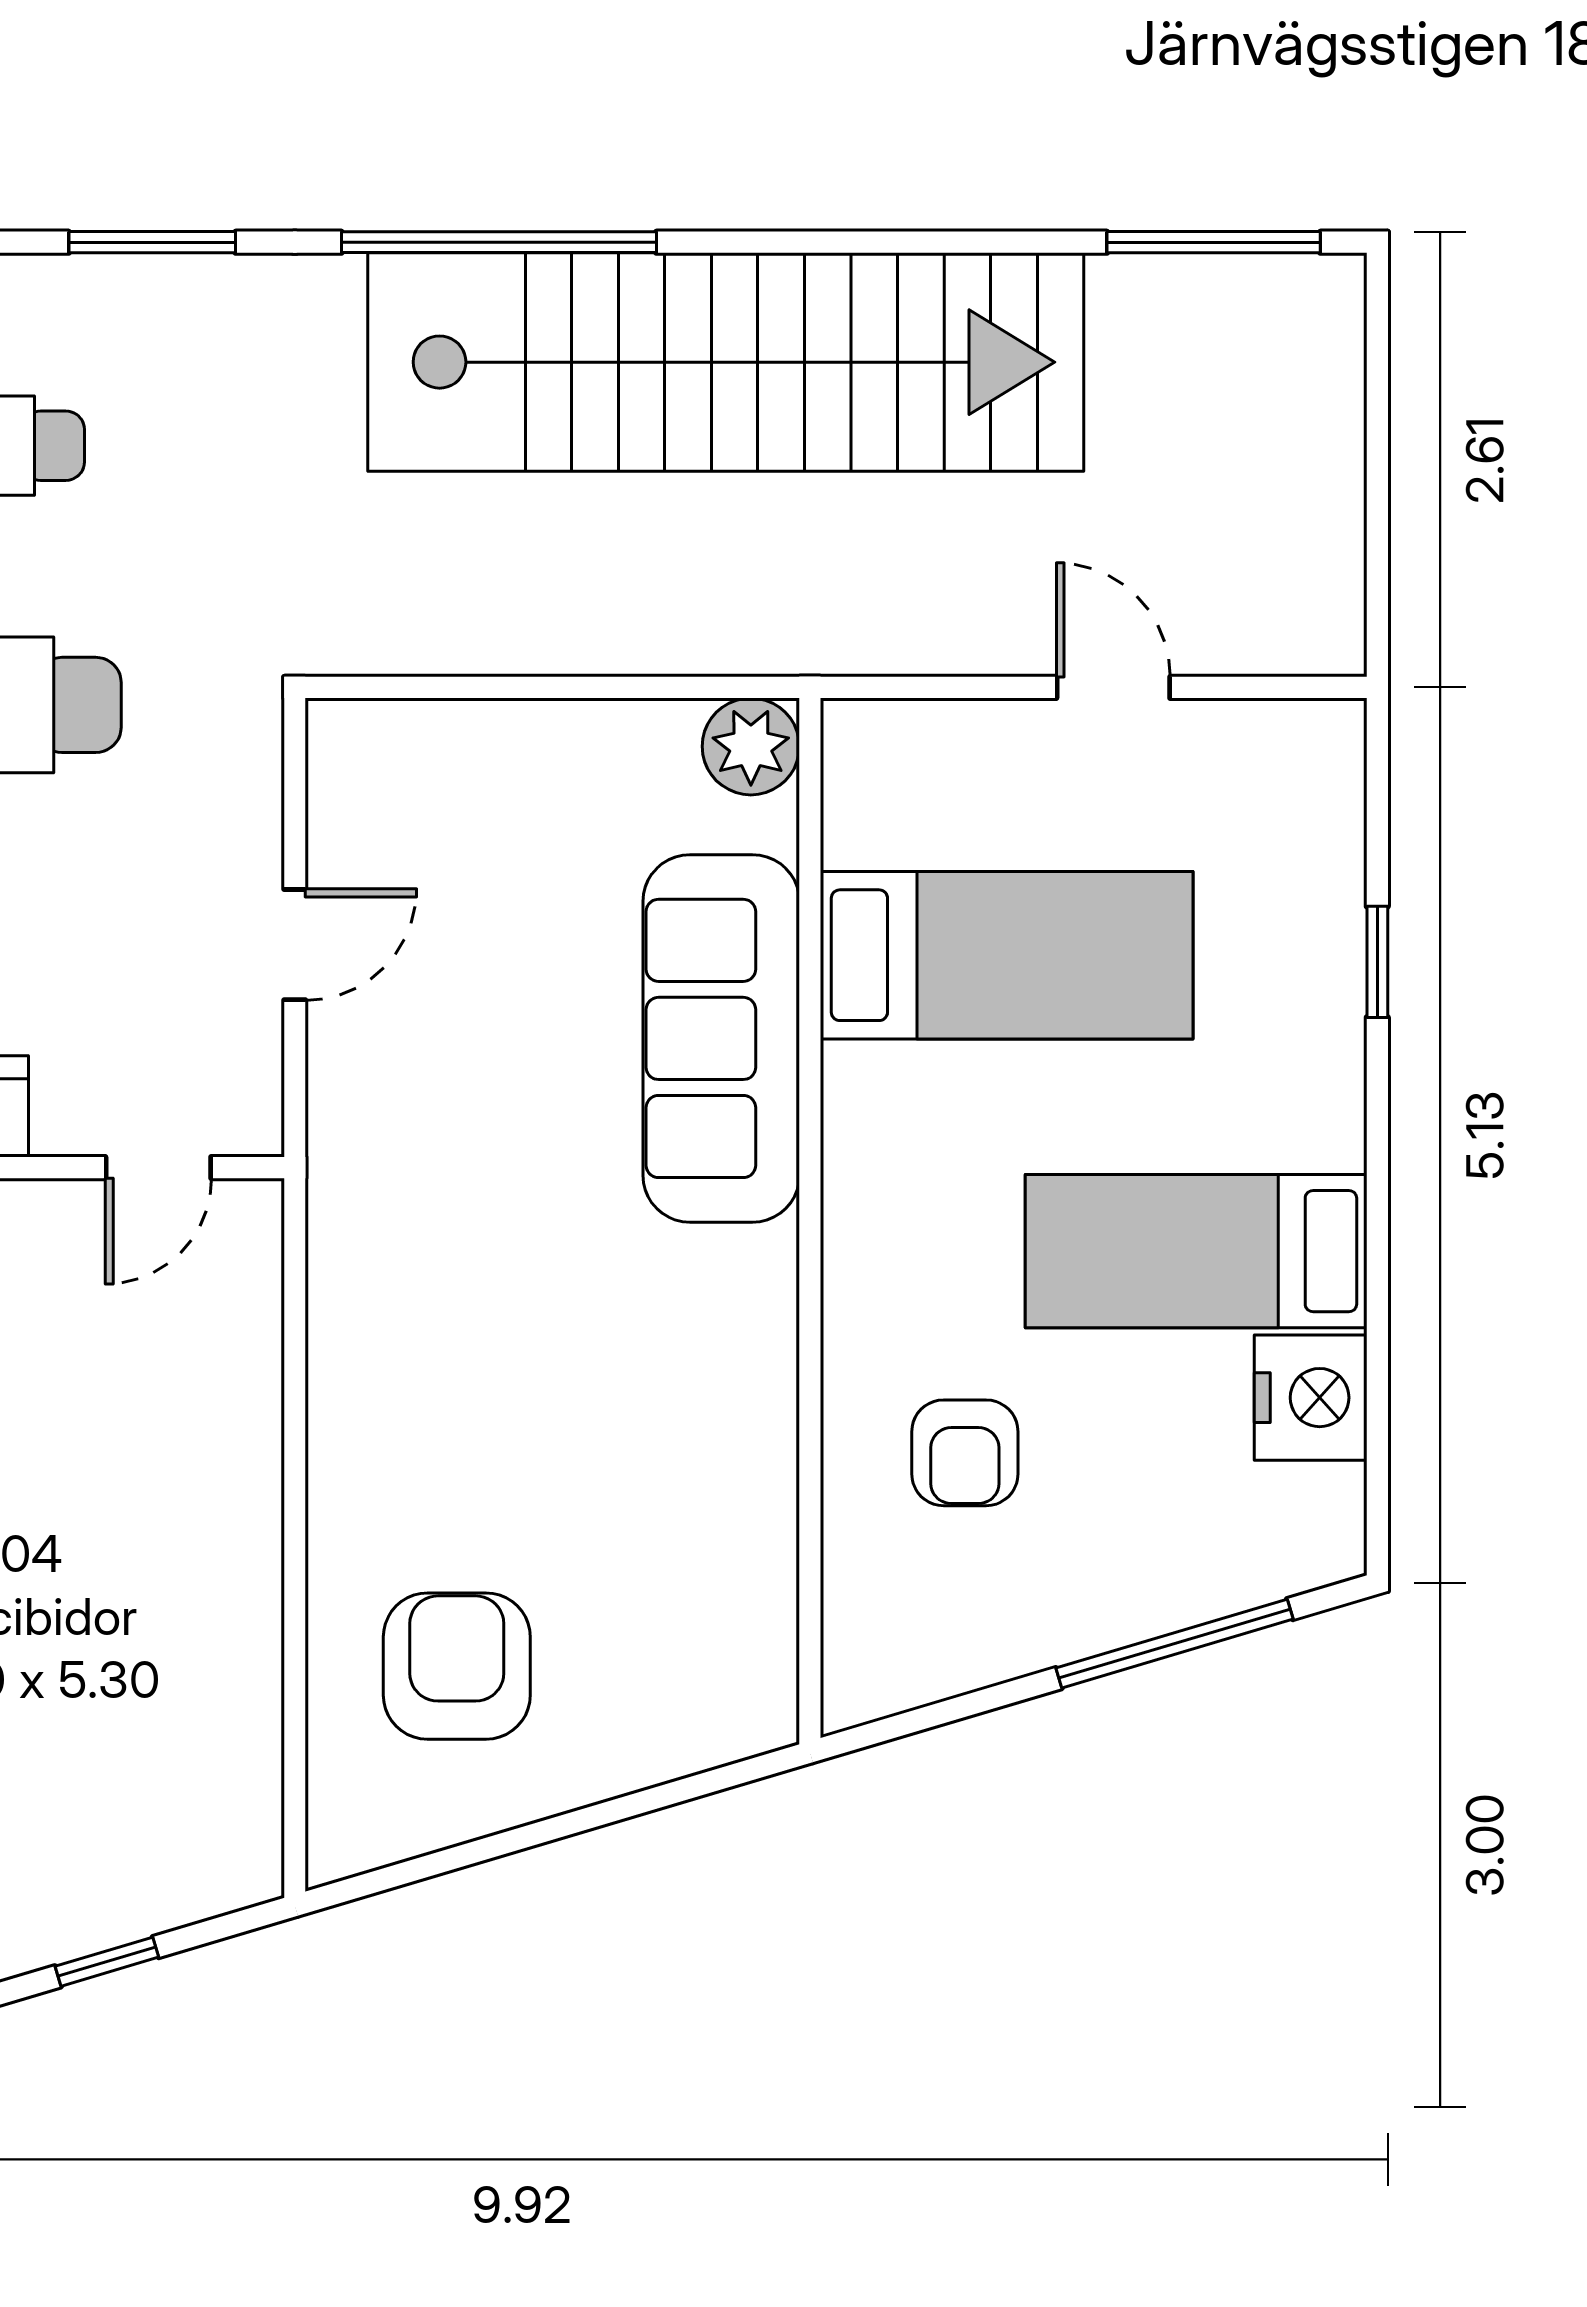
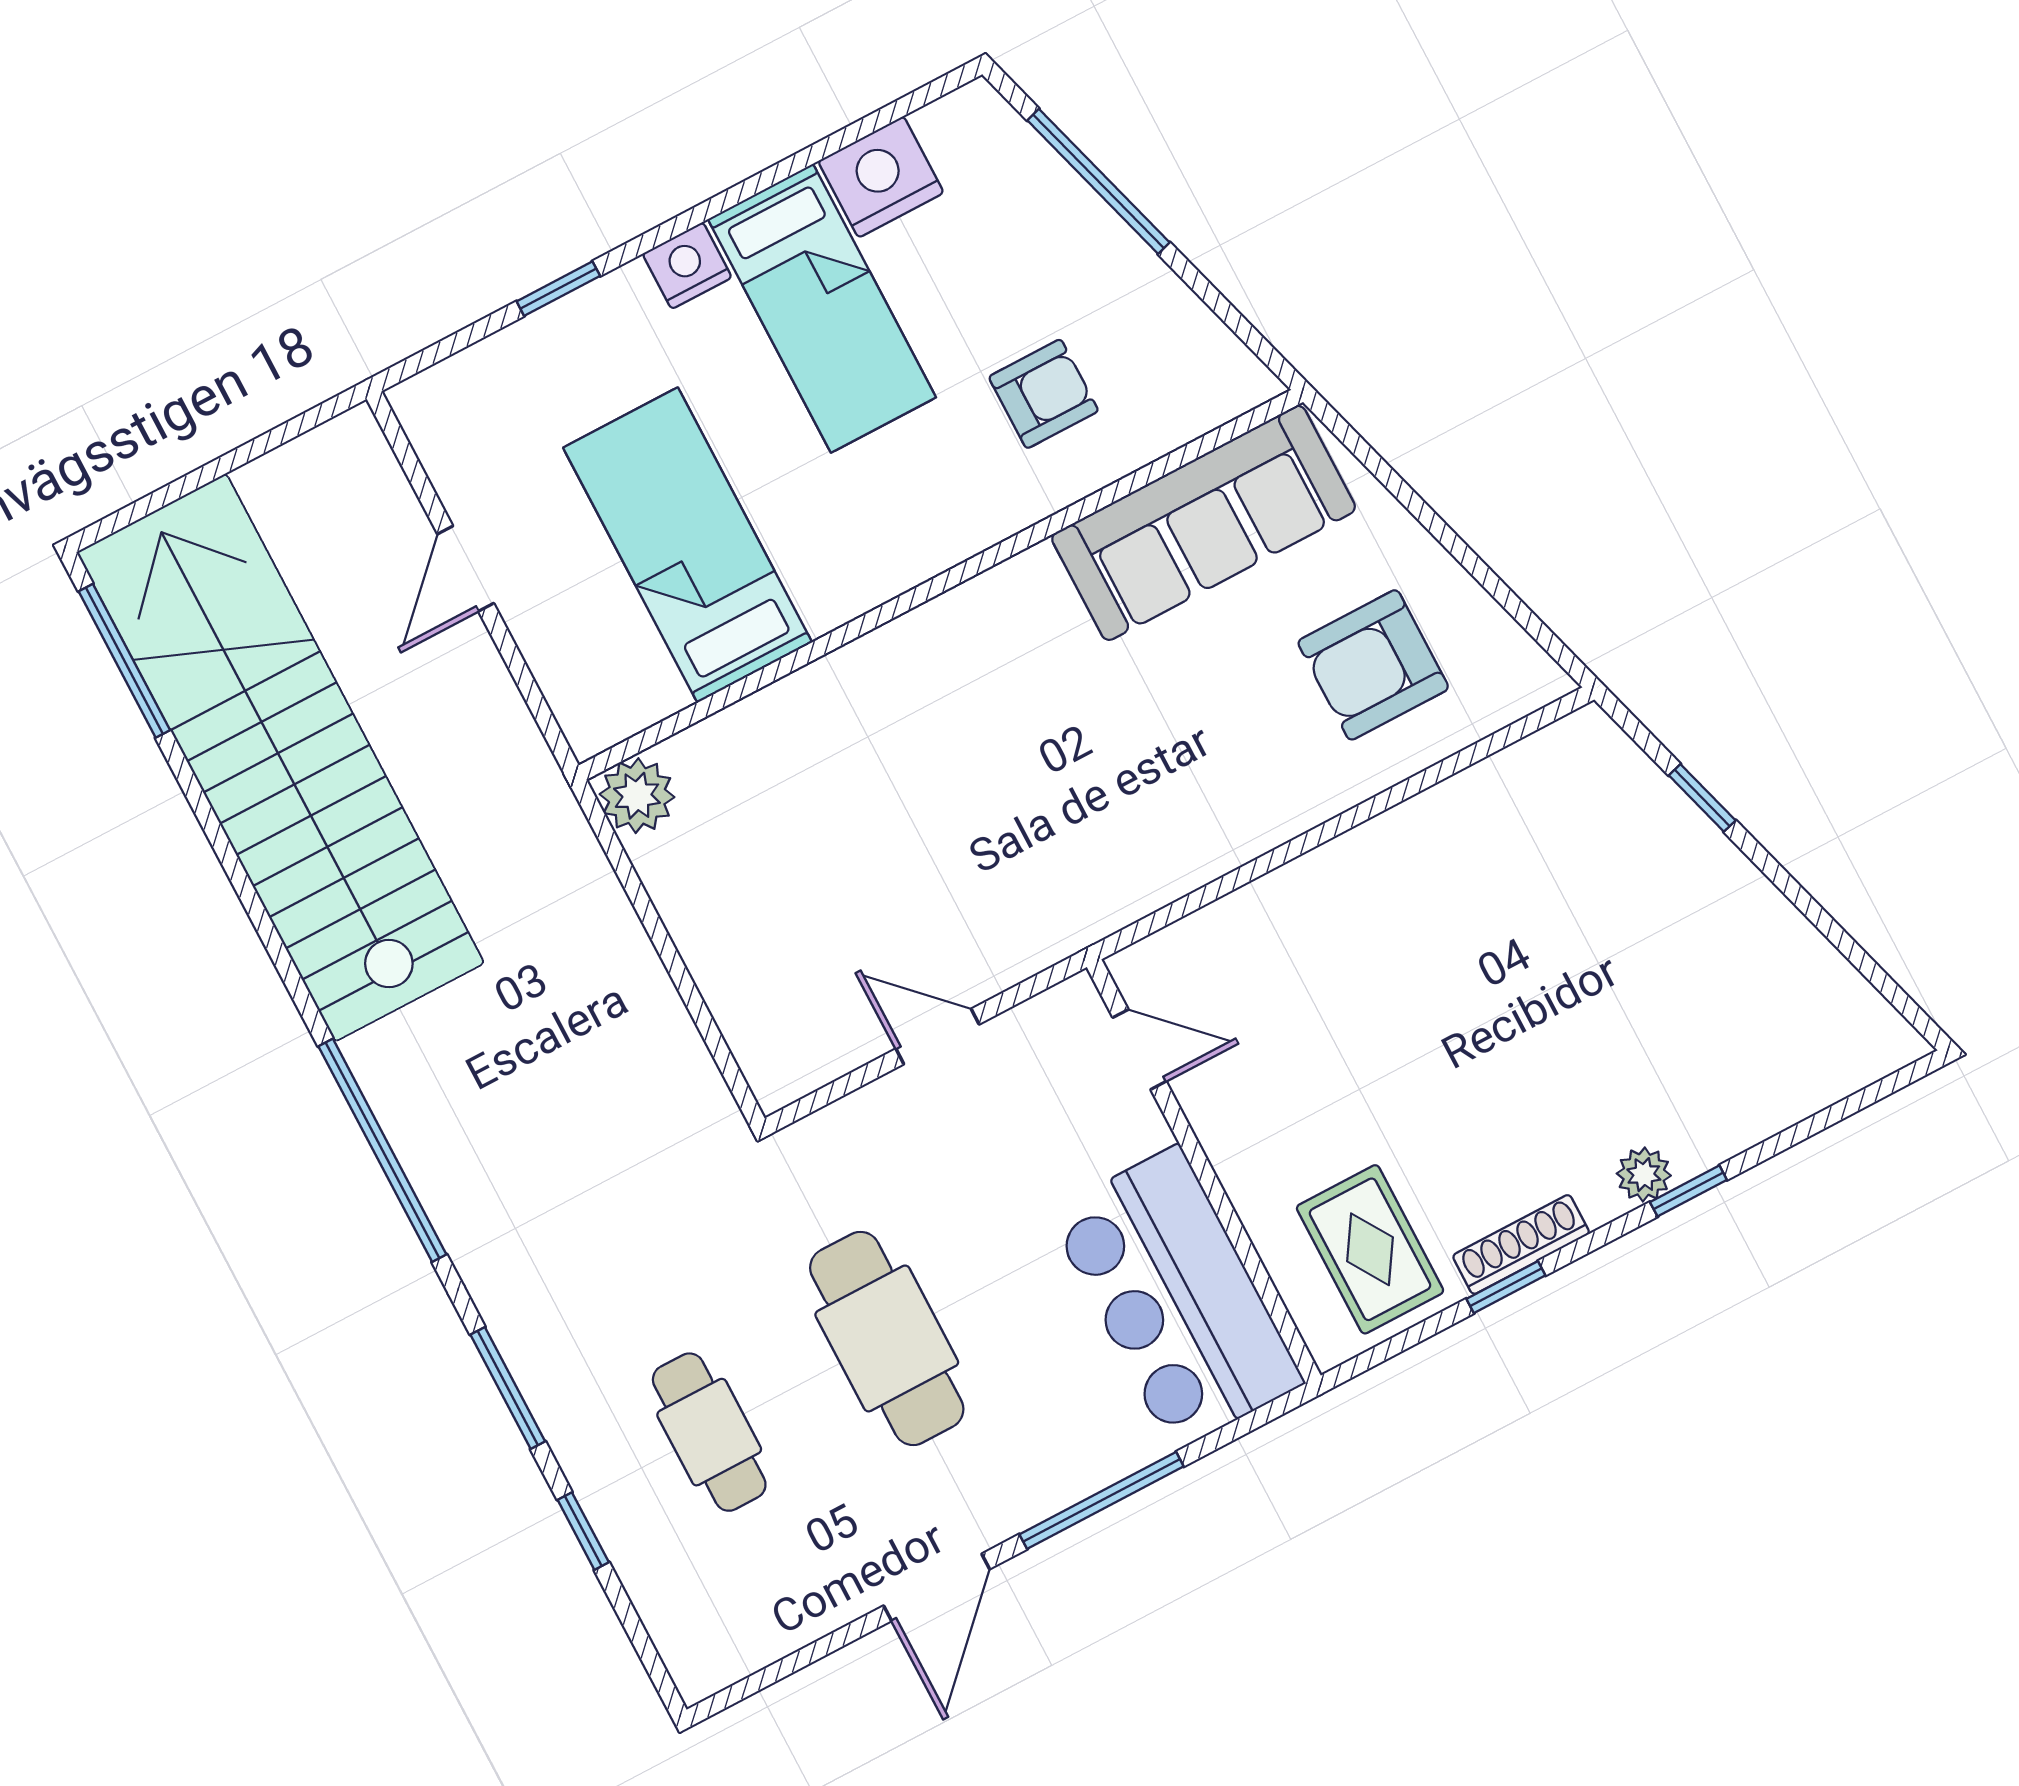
stairs: (726, 362) -> (280, 758), moved
sofa: (721, 1038) -> (1204, 523), moved
nightstand: (1326, 1123) -> (687, 266), added

